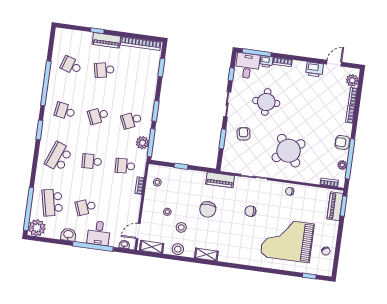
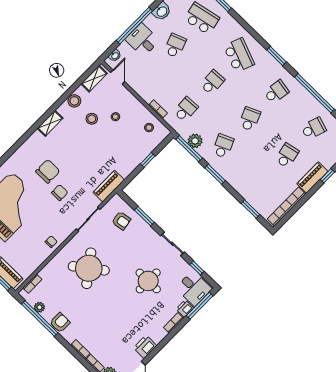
armchair: (244, 134) -> (121, 221), moved
chair: (208, 209) -> (48, 171), moved, turned 87

